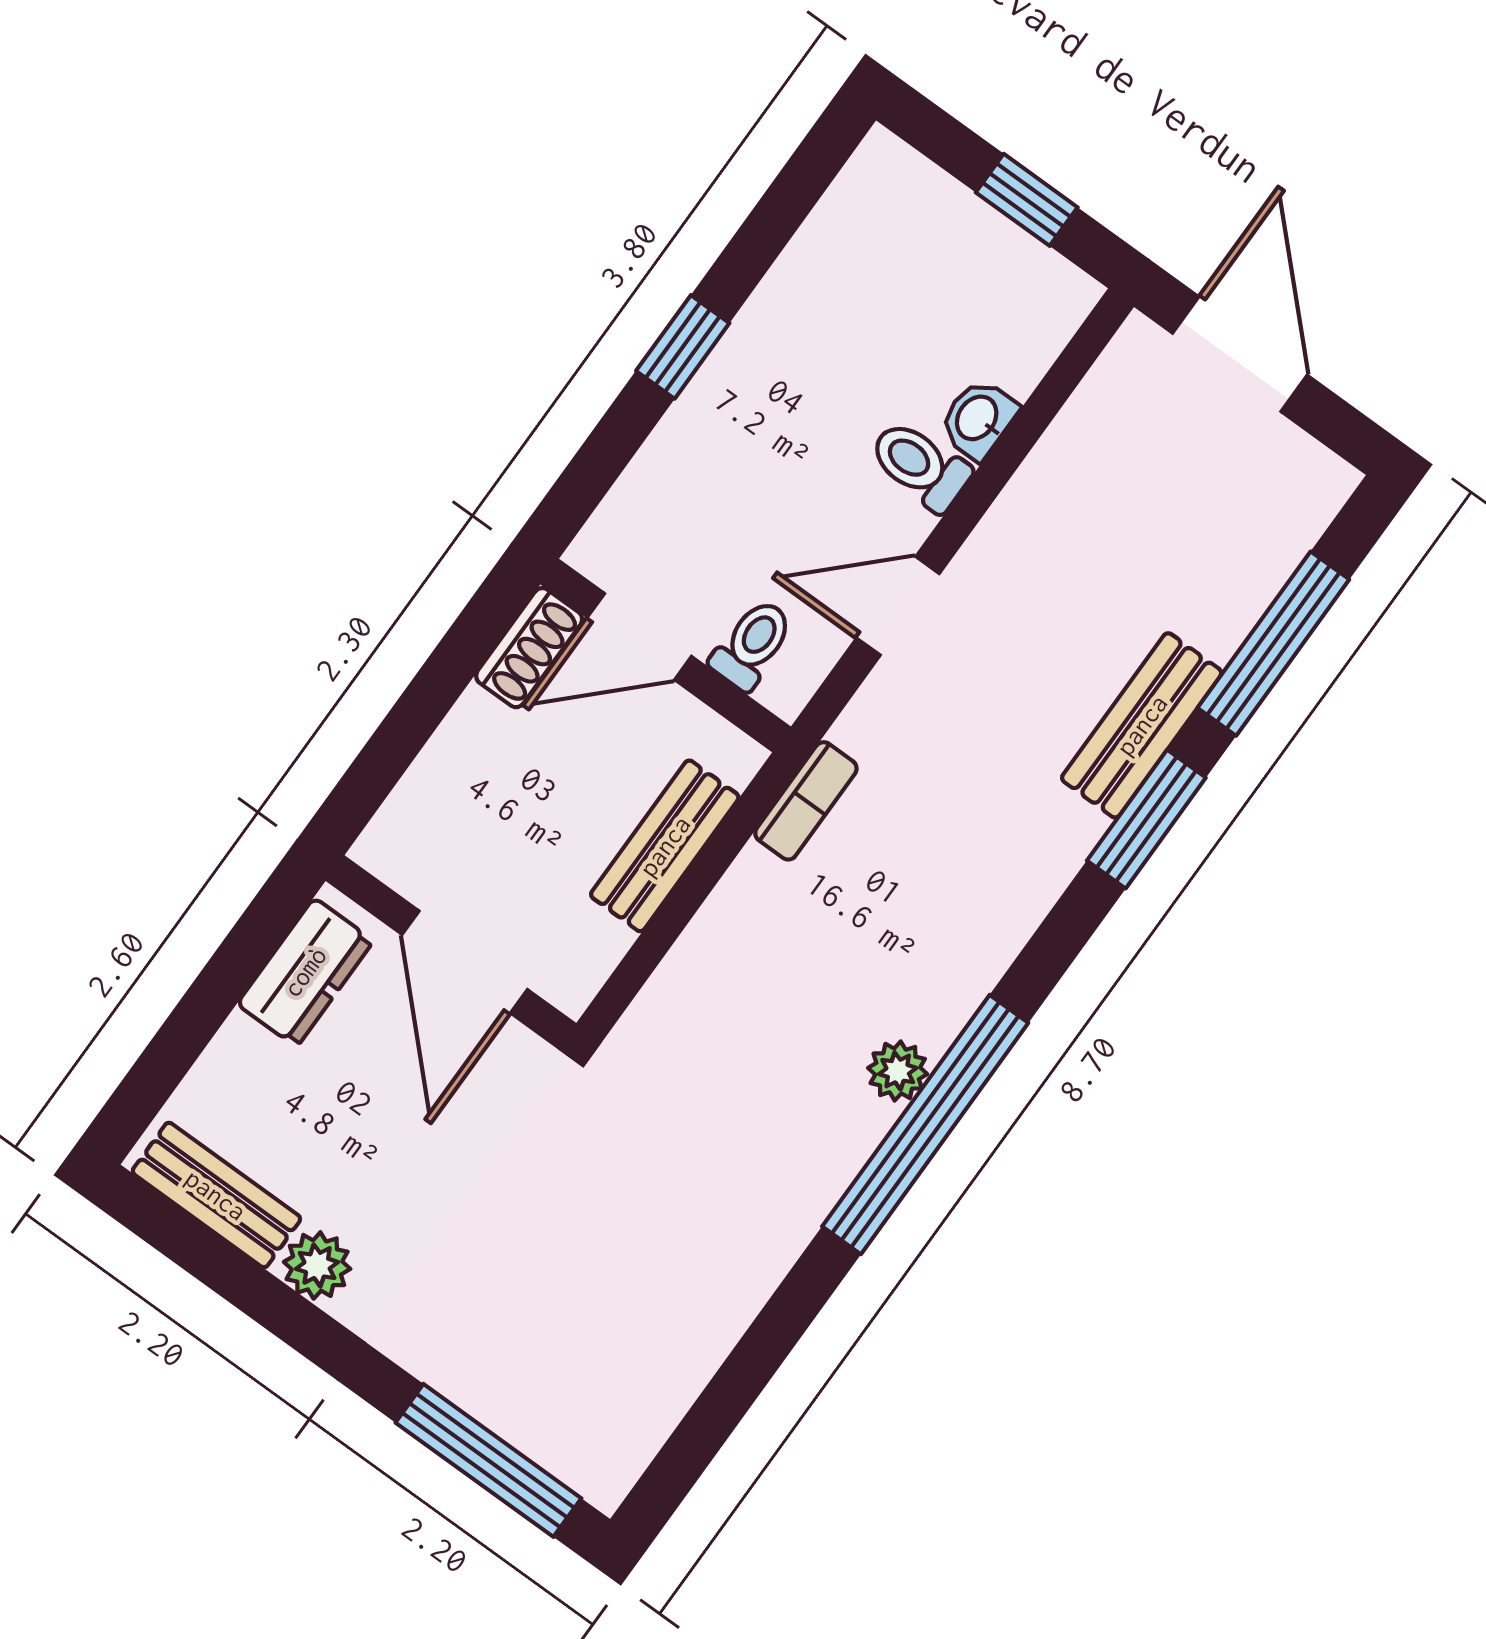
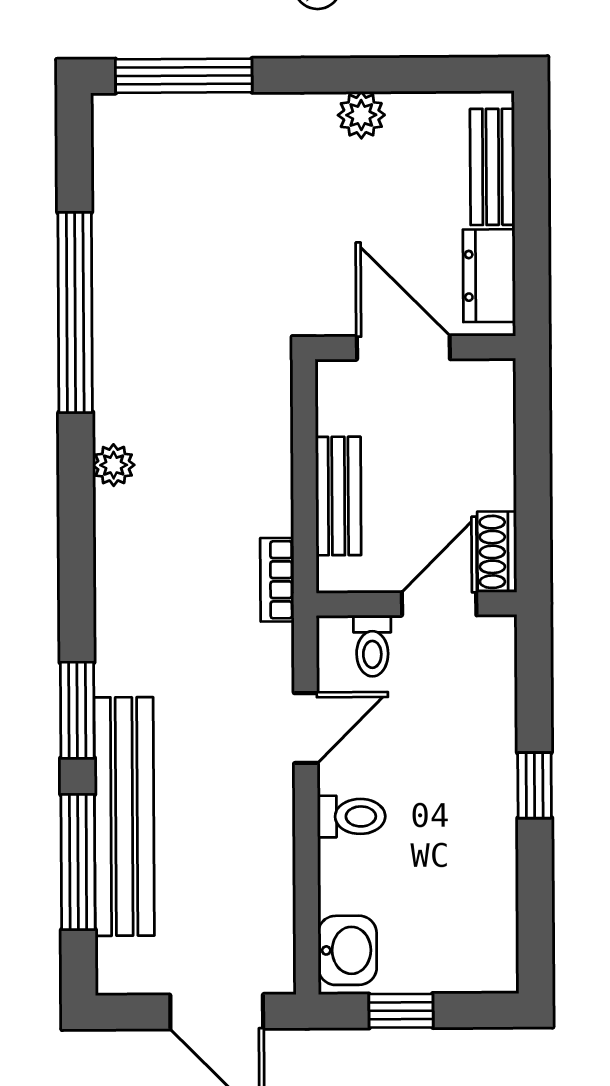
washbasin: (978, 419) -> (347, 950), moved, width x1.38, depth x1.45
bench: (1142, 725) -> (124, 816), width x1.86, depth x1.21
window: (925, 1125) -> (75, 312), moved
bench: (216, 1195) -> (492, 167), moved, turned 90

